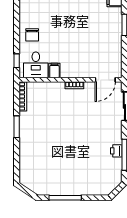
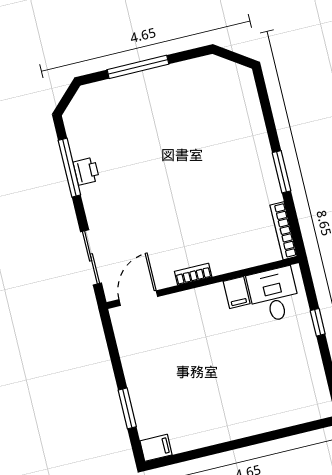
chair: (32, 35) -> (294, 349), removed
window: (17, 61) -> (318, 322), moved
window: (65, 198) -> (138, 67), moved

